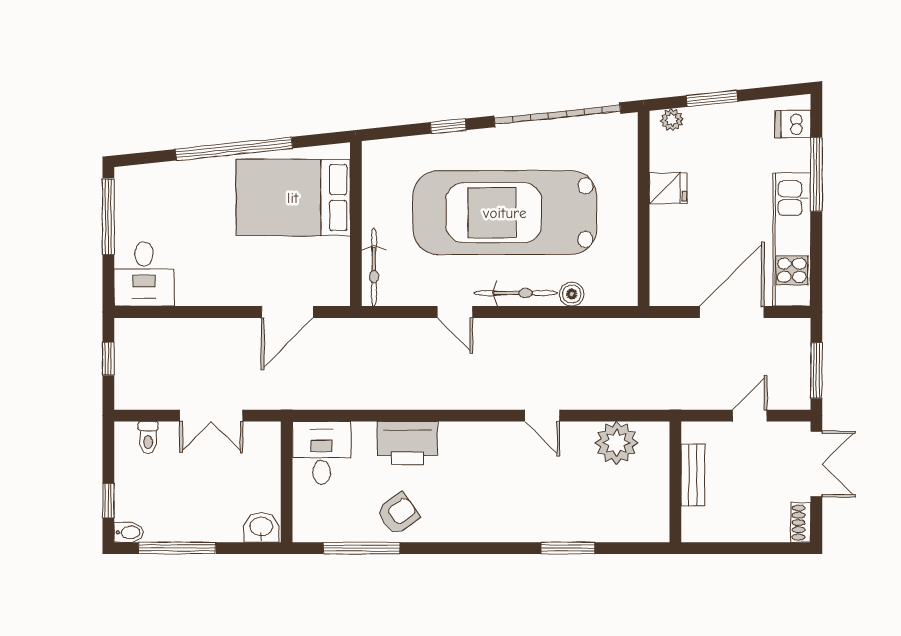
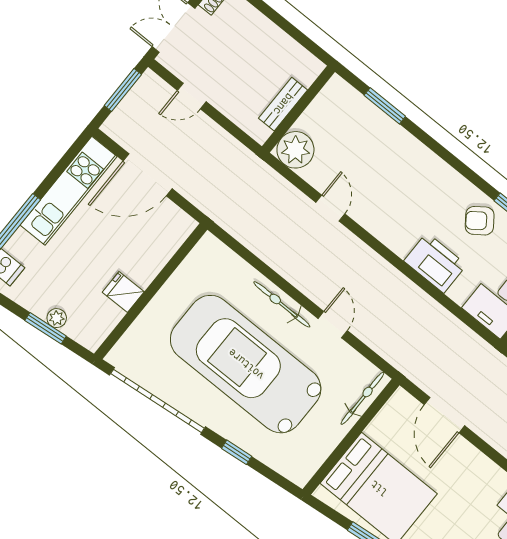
plant: (672, 120) -> (57, 318), moved
car: (505, 213) -> (246, 364), turned 180
boiler: (572, 294) -> (245, 273), removed
door: (287, 312) -> (444, 415), swing flipped
bench: (693, 475) -> (283, 104), moved
wall: (675, 482) -> (298, 109), moved

